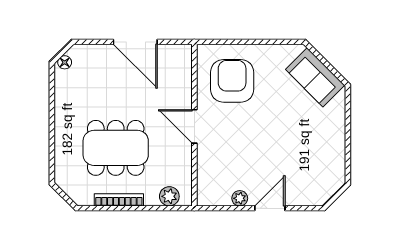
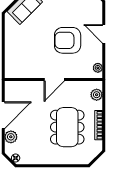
plant: (100, 54) -> (11, 137), added
armchair: (232, 81) -> (68, 40), moved
plant: (240, 198) -> (98, 68), moved

